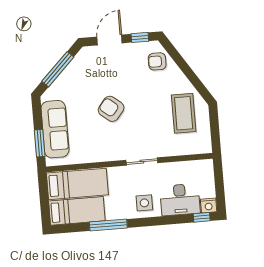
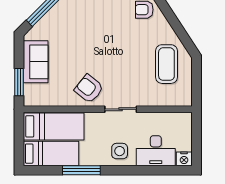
armchair: (111, 109) -> (89, 89), moved
sofa: (55, 129) -> (36, 62), width x0.73
window: (202, 217) -> (176, 170), removed

